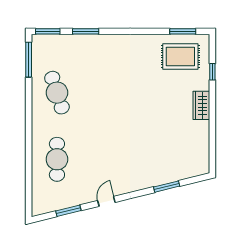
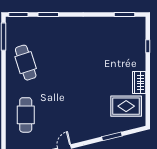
rug: (180, 57) -> (126, 106), moved
wardrobe: (201, 105) -> (139, 83), moved

